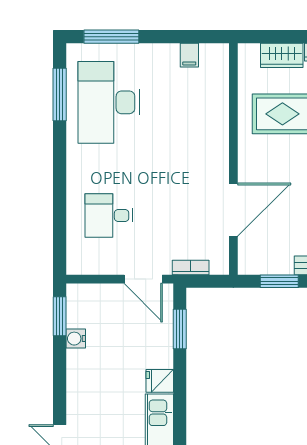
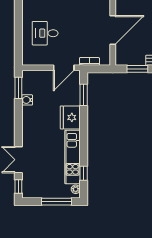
door: (143, 279) -> (64, 68), hinge flipped
fridge: (160, 381) -> (70, 117), width x1.88, depth x1.34

